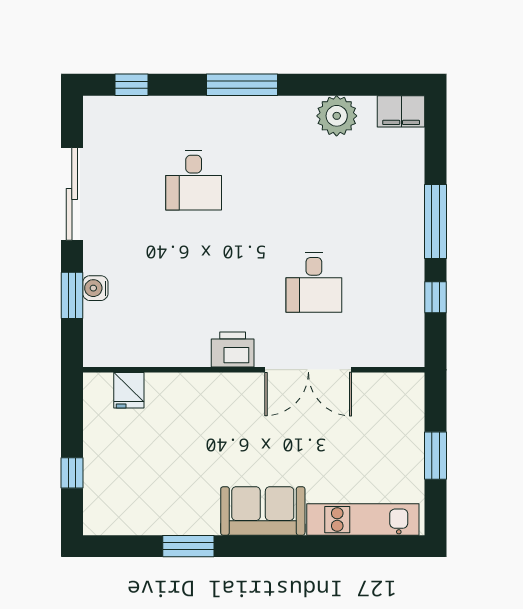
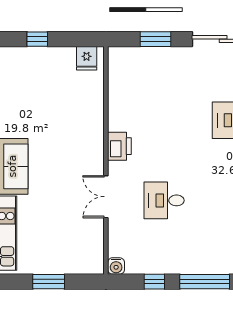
water cooler: (95, 288) -> (116, 266), moved, turned 180
double door: (308, 370) -> (106, 197), width x0.73
fridge: (129, 390) -> (87, 58), moved, turned -90

